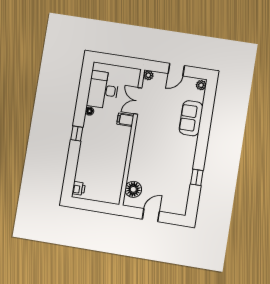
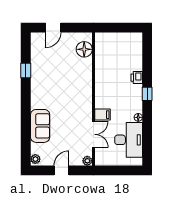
printer: (79, 188) -> (137, 78), moved
door: (151, 215) -> (53, 28), moved

